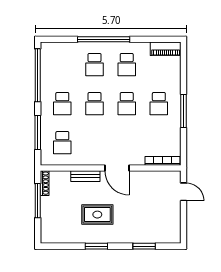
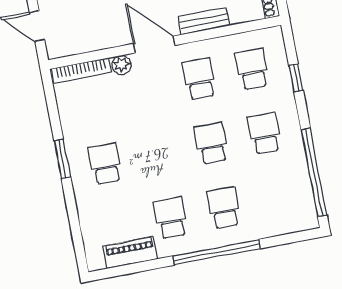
piano: (166, 49) -> (130, 253), moved
school desk: (127, 104) -> (199, 79), moved
window: (184, 111) -> (62, 159), width x0.69
window: (38, 132) -> (296, 78), width x0.46
plant: (138, 160) -> (121, 65), added

